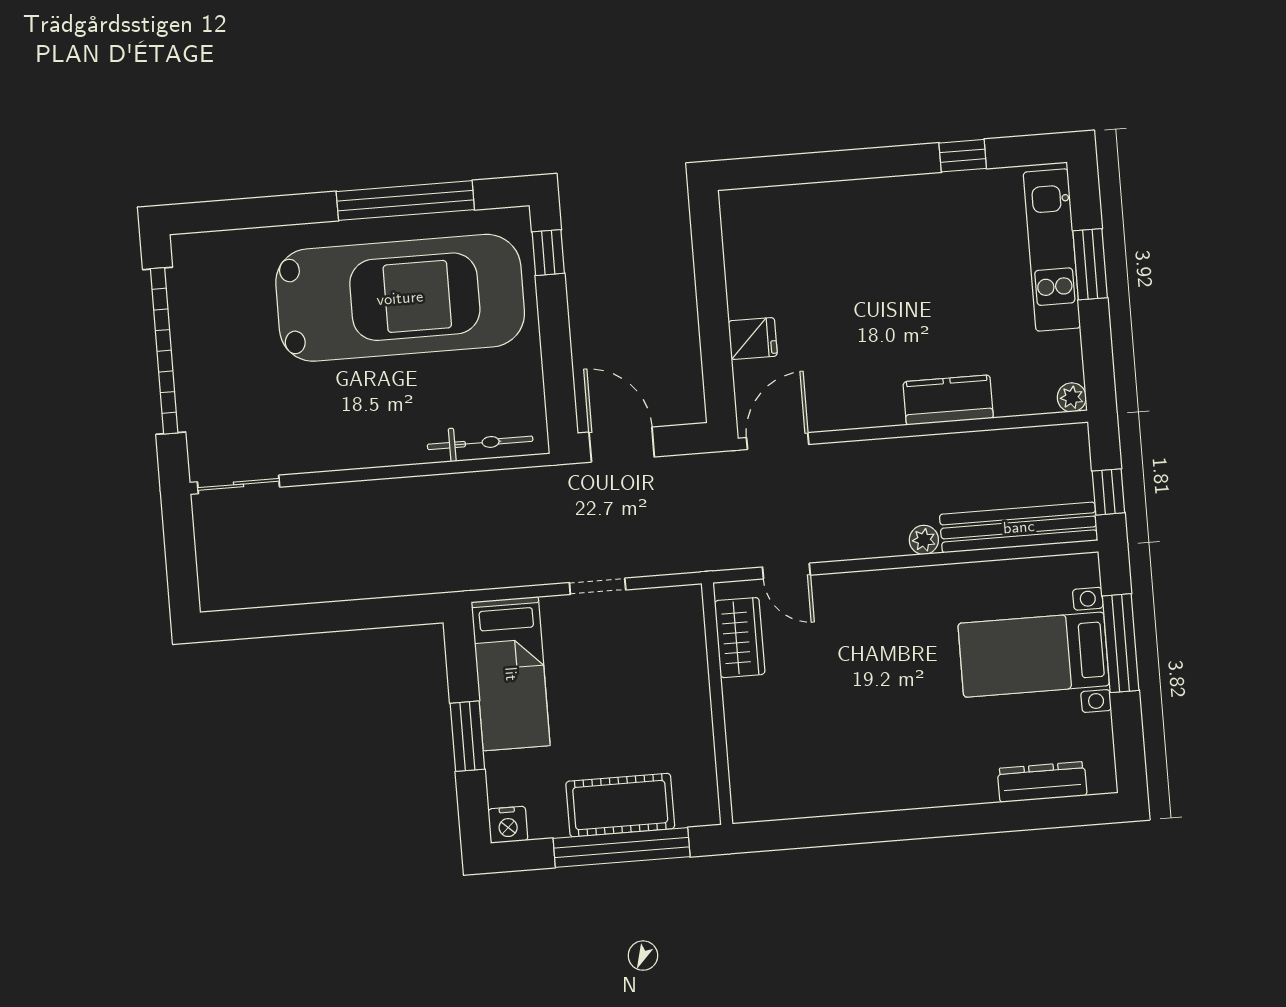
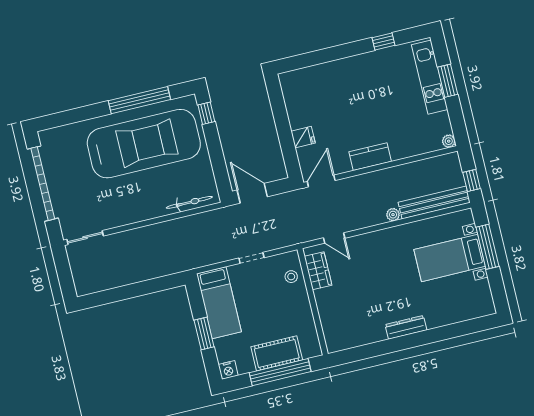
kitchen counter: (948, 400) -> (370, 157), moved
stool: (679, 641) -> (291, 277), added
dresser: (1042, 782) -> (406, 327), moved

